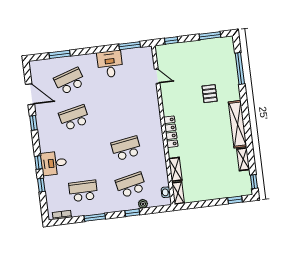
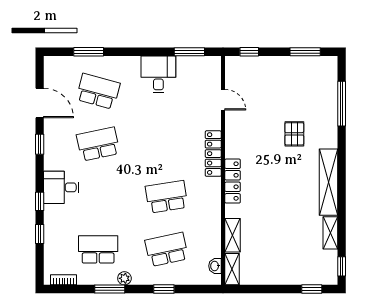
school desk: (70, 81) -> (98, 91), turned 33
locker: (155, 114) -> (213, 154), added
desk: (54, 163) -> (61, 187), moved
plant: (143, 204) -> (124, 278), moved

